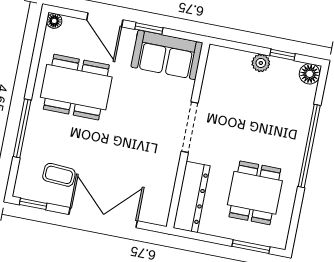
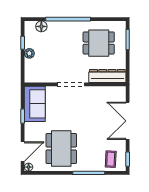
door: (105, 20) -> (23, 152), moved
floor lamp: (310, 74) -> (41, 26), moved
coffee table: (59, 175) -> (111, 159), moved

